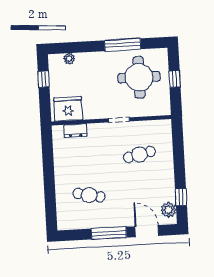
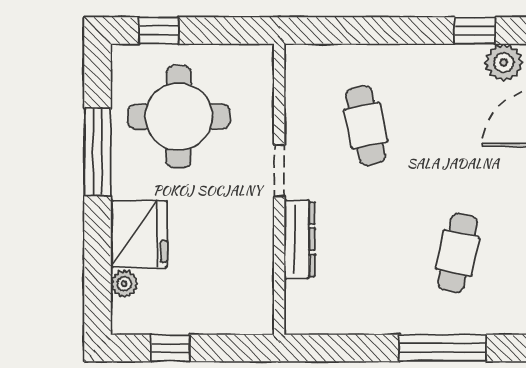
window: (175, 79) -> (159, 31), moved
fridge: (68, 109) -> (139, 234), moved, turned 180
dresser: (75, 131) -> (299, 239), moved, width x1.44
window: (50, 191) -> (443, 348), added

